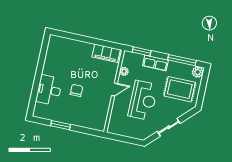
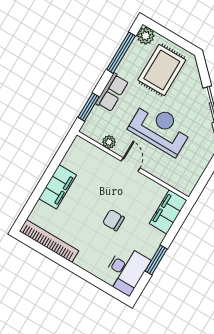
filing cabinet: (106, 53) -> (58, 187), moved
bookcase: (50, 55) -> (49, 241), added
desk: (49, 90) -> (126, 270), moved, turned -90
filing cabinet: (93, 123) -> (168, 212), added

